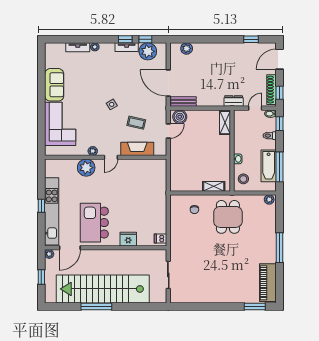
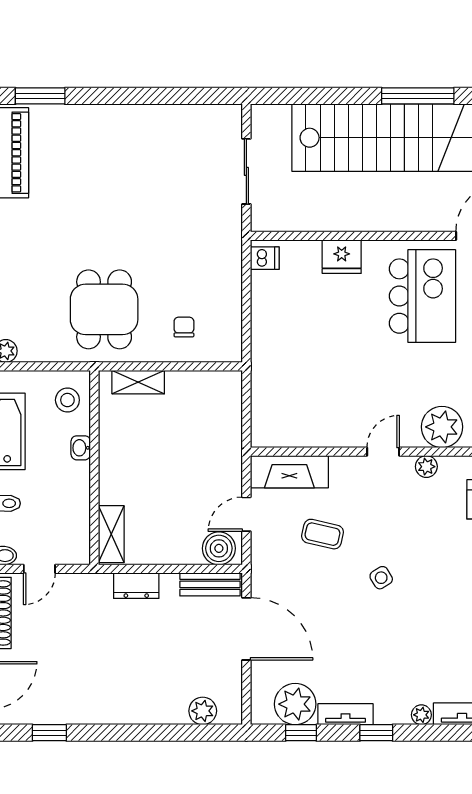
window: (125, 39) -> (376, 733), moved
dresser: (234, 101) -> (136, 586), moved
fireplace: (137, 149) -> (289, 472), moved

